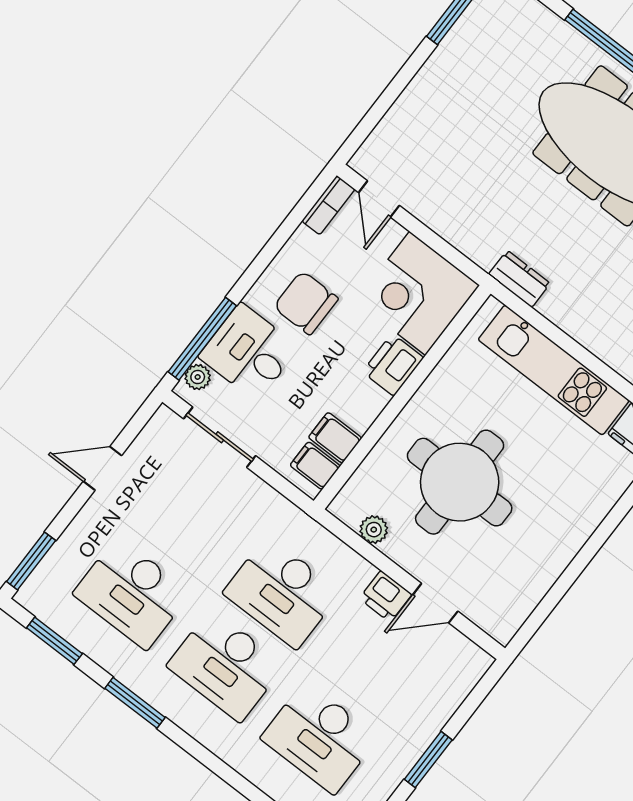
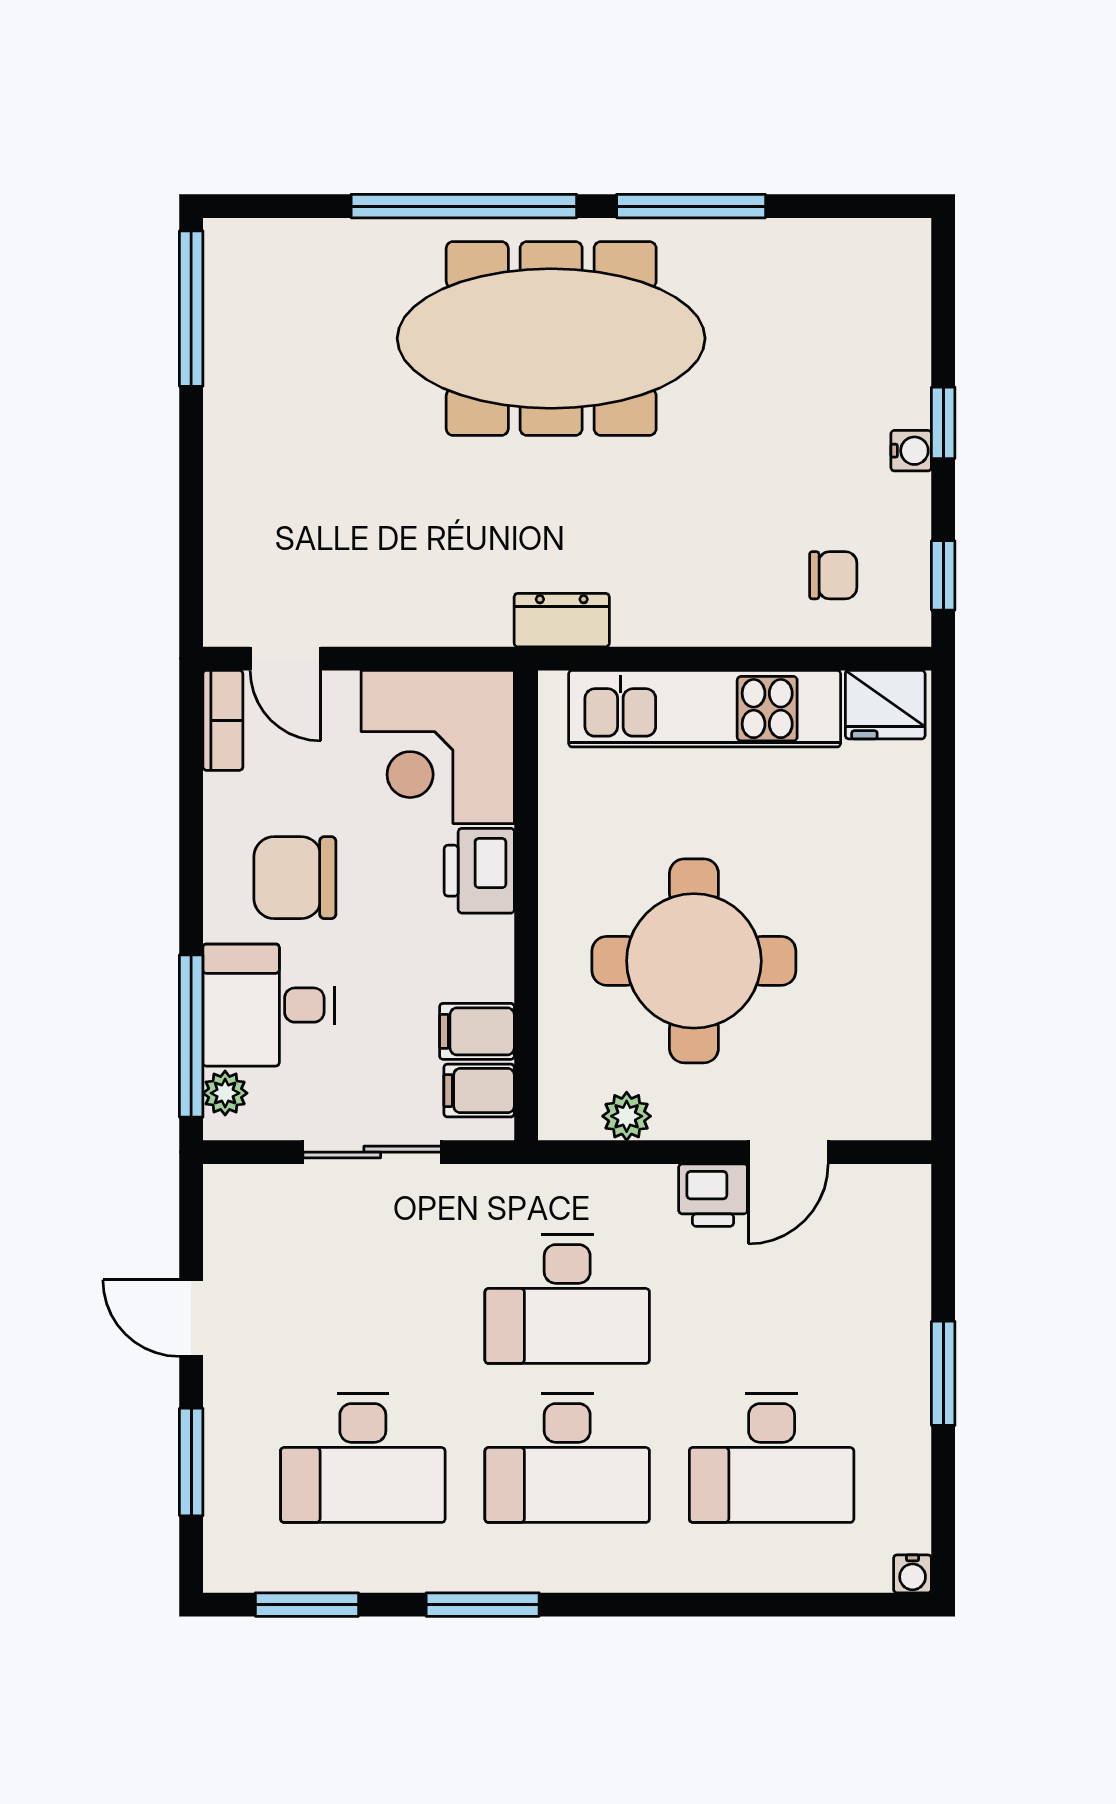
sliding door: (220, 437) -> (372, 1152), moved
door: (102, 468) -> (191, 1318), hinge flipped
window: (31, 561) -> (191, 1462), moved

